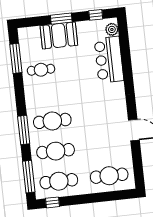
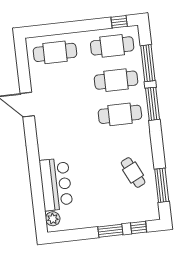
window: (96, 15) -> (139, 228), moved
booth: (59, 35) -> (113, 212), removed
cafe table: (41, 70) -> (133, 173), turned 64
window: (29, 177) -> (148, 63), moved

